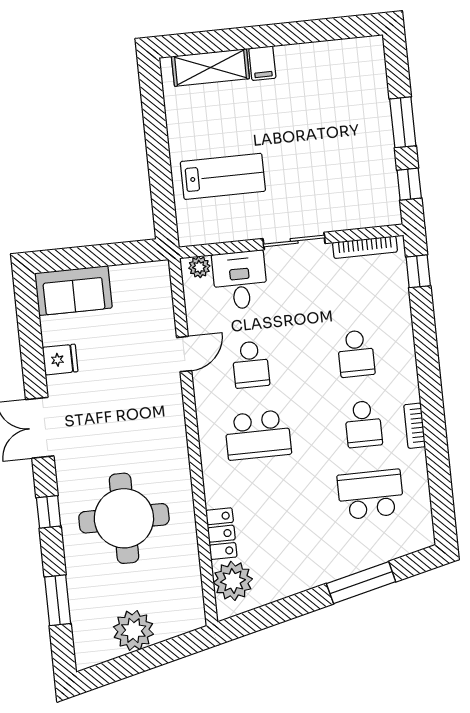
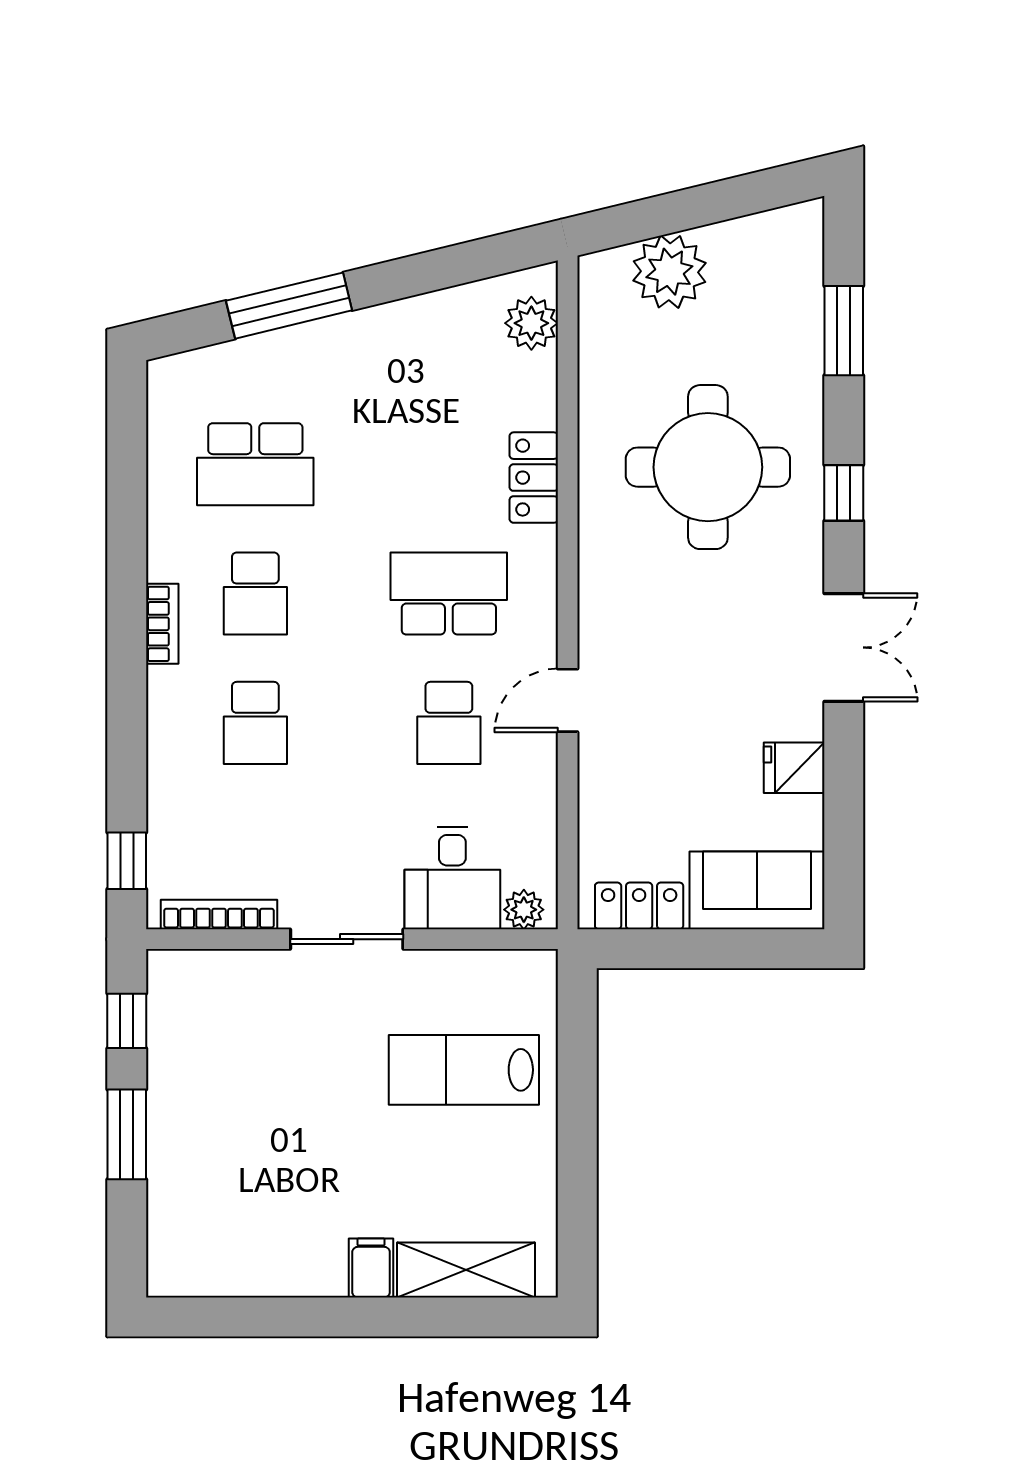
locker: (137, 276) -> (639, 906), added
door: (184, 354) -> (568, 700), moved
school desk: (356, 354) -> (255, 723), turned 180
school desk: (251, 364) -> (449, 723), turned 180
school desk: (363, 424) -> (255, 594), turned 180
bookcase: (415, 426) -> (162, 624), moved
locker: (221, 534) -> (534, 478), moved
plant: (233, 581) -> (531, 323), width x0.73, depth x0.73
plant: (133, 630) -> (669, 272), moved

